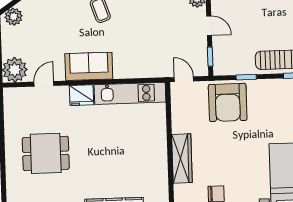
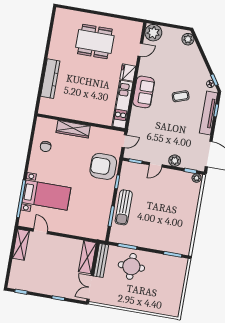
sofa: (89, 66) -> (144, 92), moved
door: (44, 84) -> (140, 50), hinge flipped
dining table: (46, 153) -> (95, 41), width x1.38

